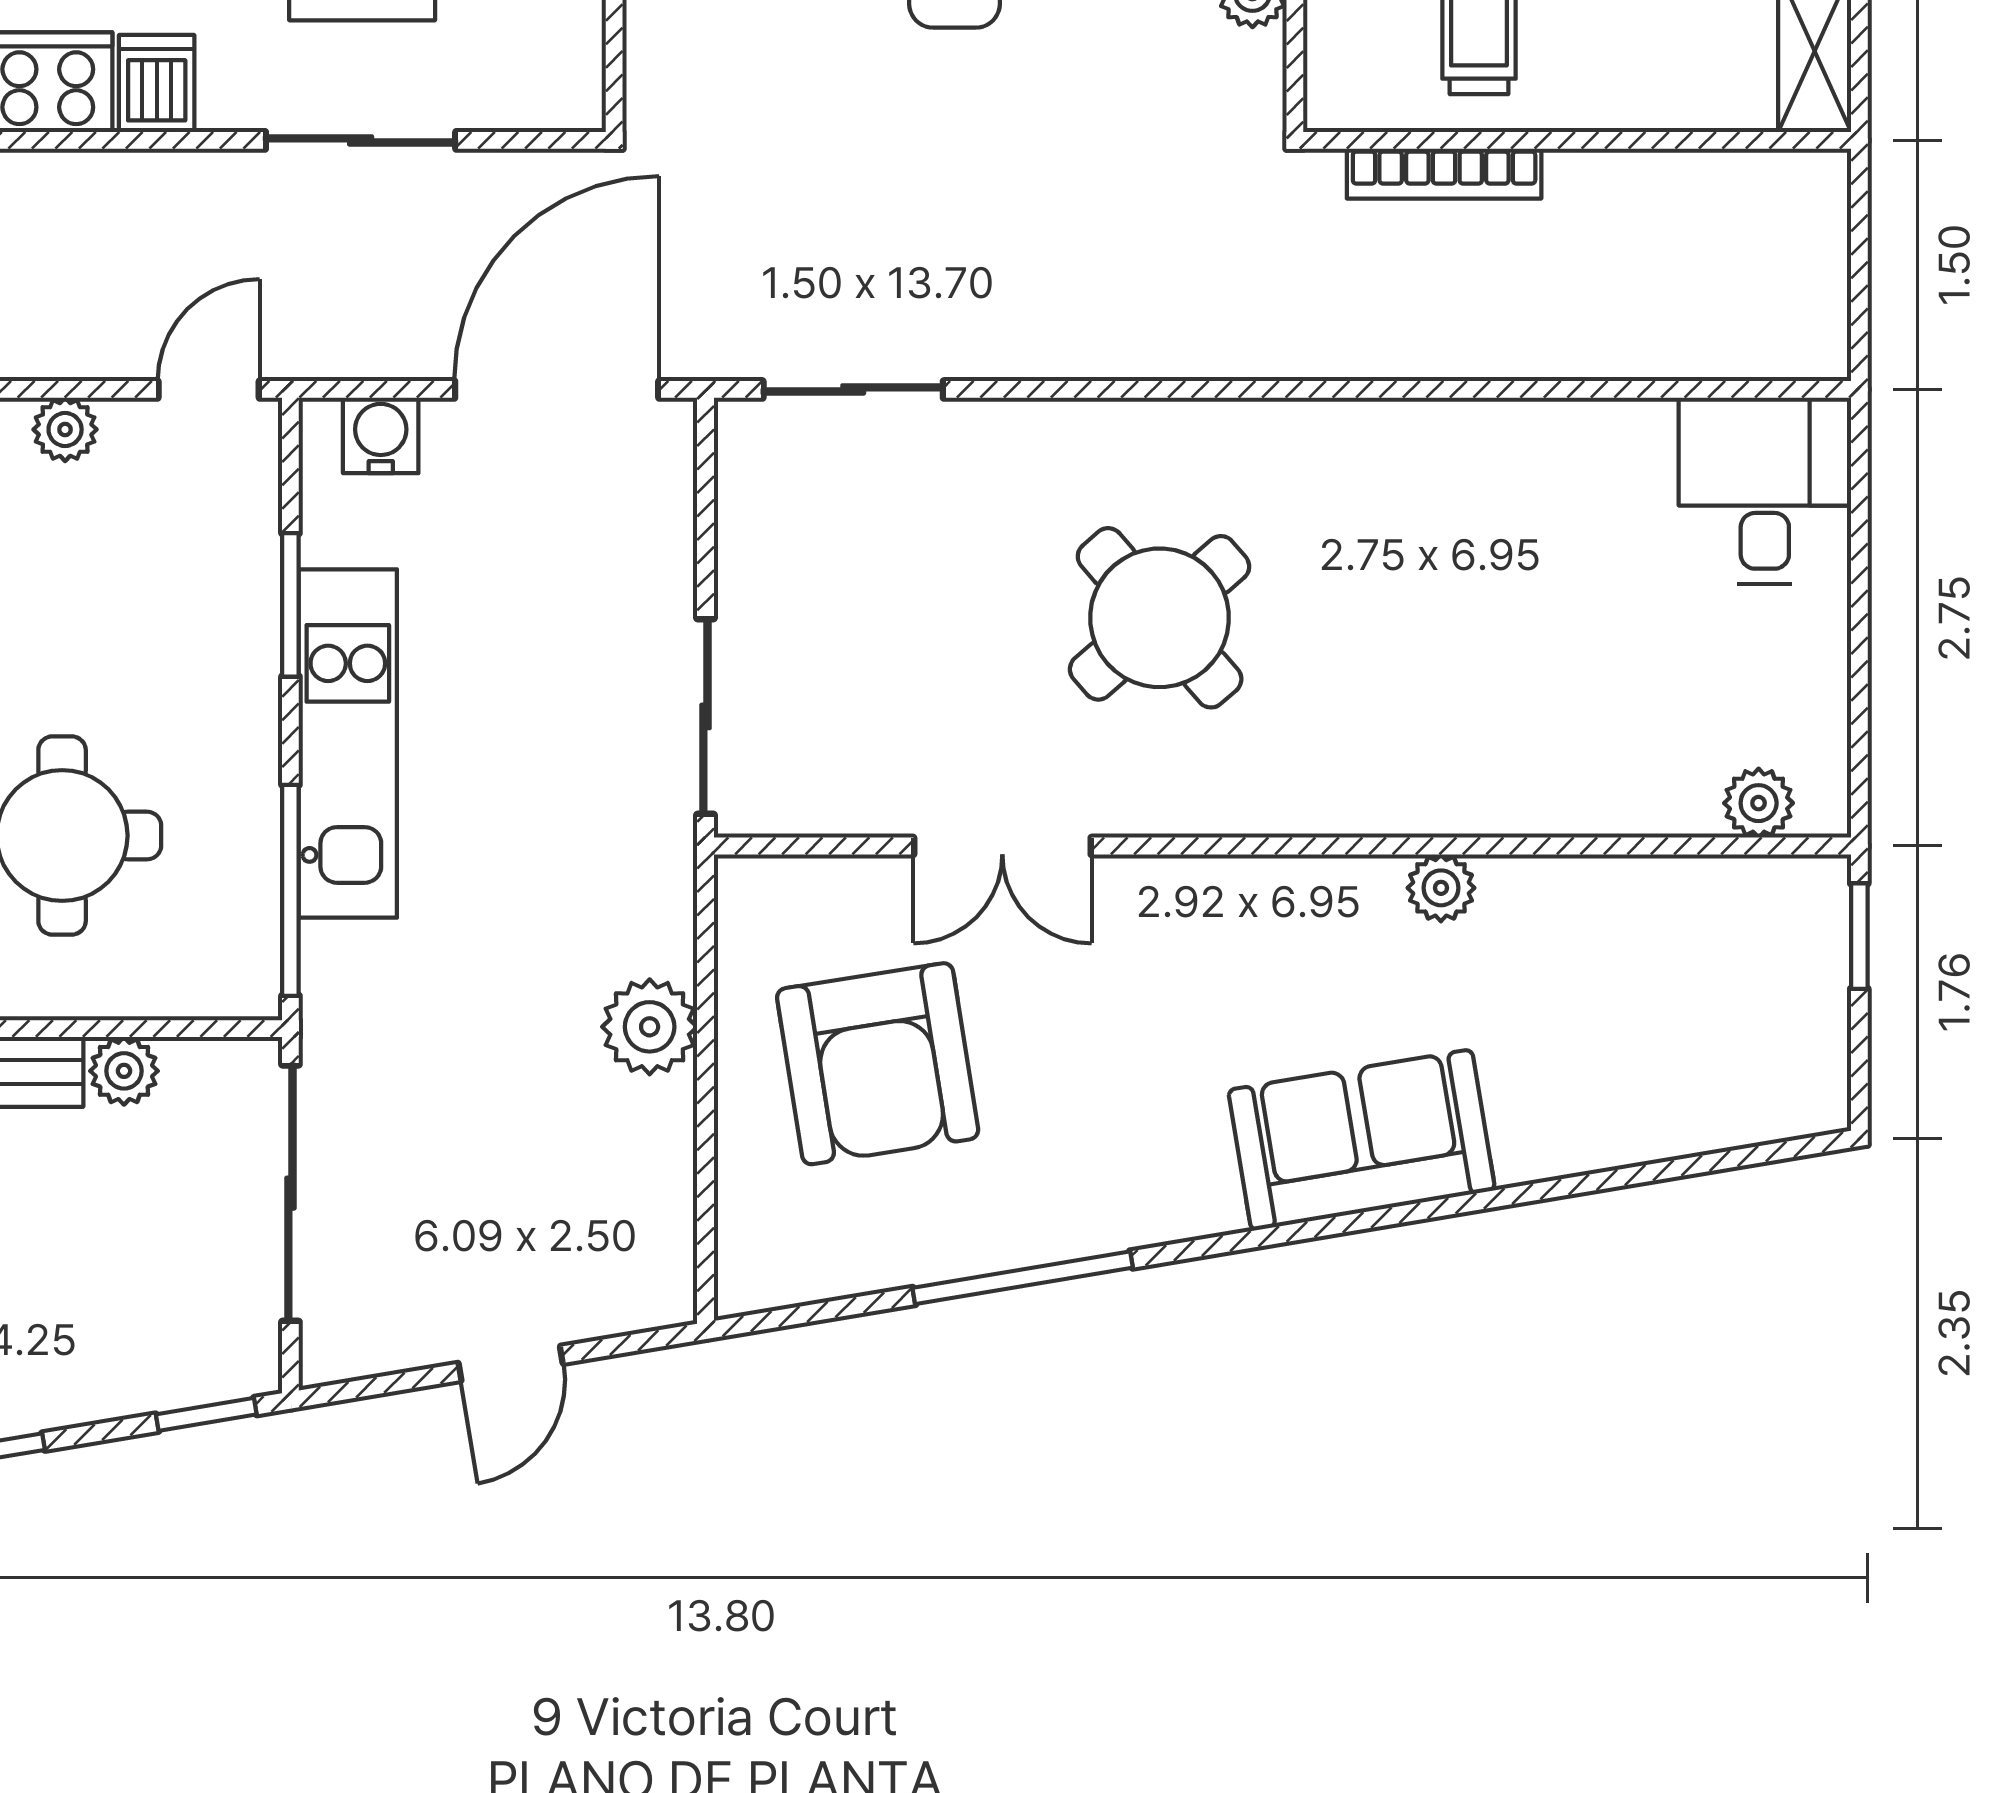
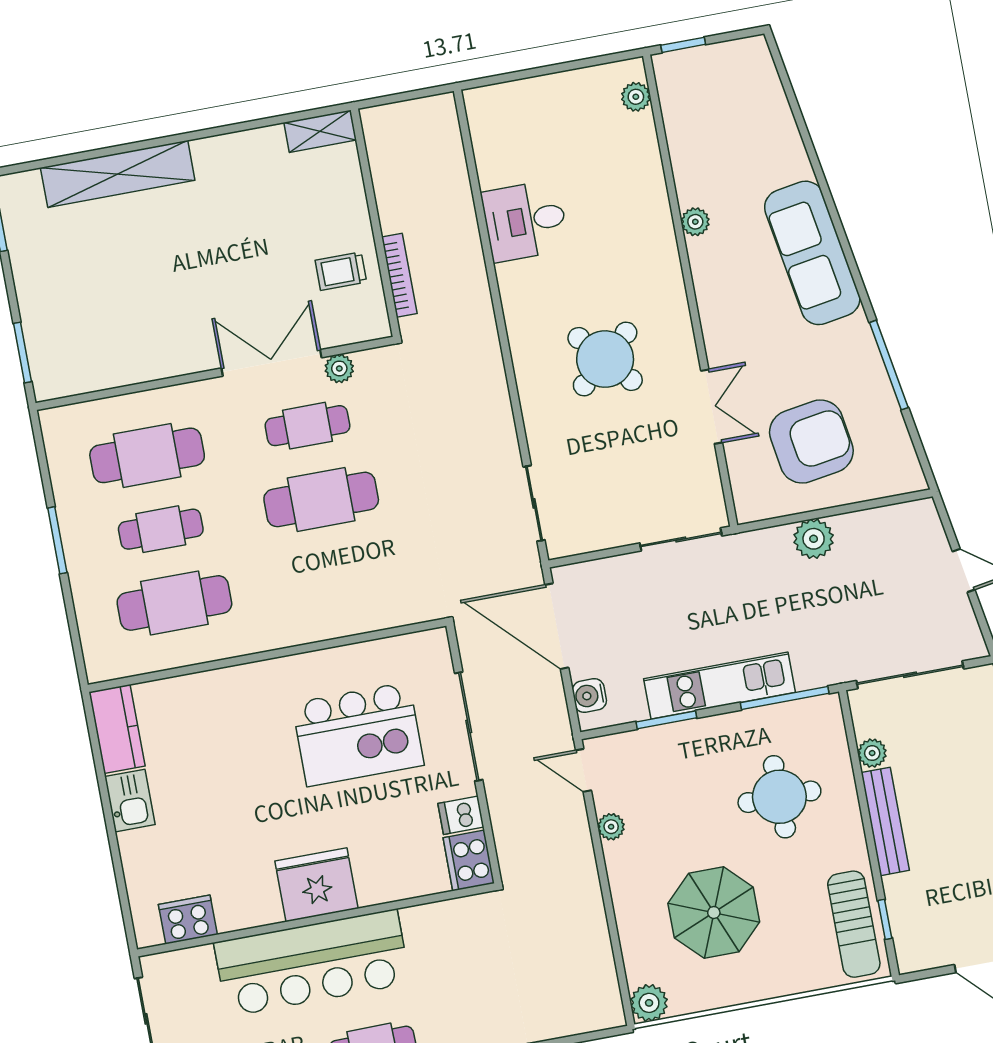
sliding door: (361, 140) -> (469, 726), width x1.37
desk: (1765, 491) -> (525, 221), moved
sofa: (1362, 1140) -> (812, 253), width x1.36

